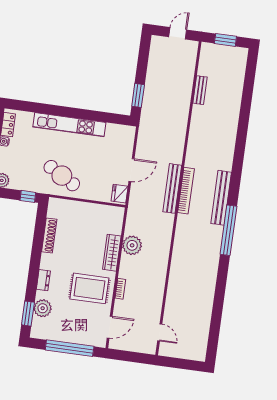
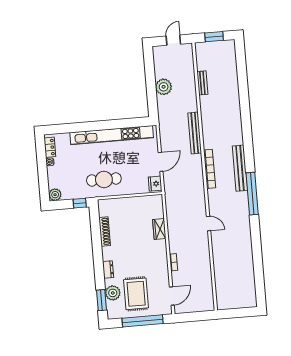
window: (138, 95) -> (152, 99), removed
kitchen unit: (69, 125) -> (112, 135), width x1.36
cafe table: (62, 176) -> (104, 180), turned -30
bench: (172, 188) -> (195, 133), moved
plant: (132, 245) -> (164, 87), moved
wardrobe: (112, 253) -> (159, 229), width x0.67
rug: (89, 288) -> (136, 294), moved, turned 90
door: (160, 332) -> (209, 224), moved

